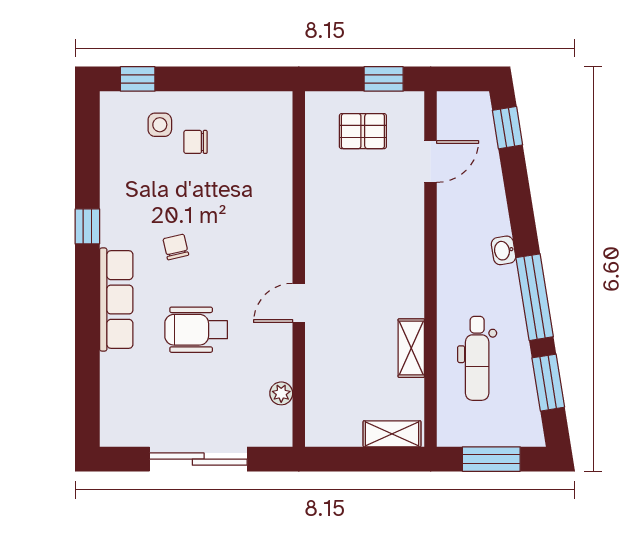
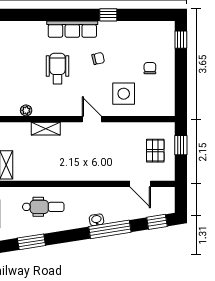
window: (384, 79) -> (181, 145), moved
side table: (160, 125) -> (124, 94), moved, width x1.87, depth x1.87
window: (535, 297) -> (110, 229), moved
door: (299, 303) -> (92, 119), moved
shelving: (411, 348) -> (46, 129), moved
dental chair: (477, 358) -> (43, 207), turned 180

